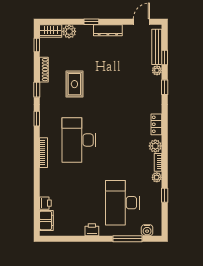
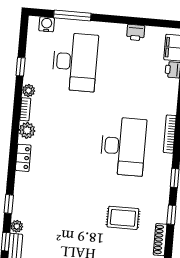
rug: (74, 84) -> (123, 218), turned 90
printer: (92, 230) -> (136, 33), moved

